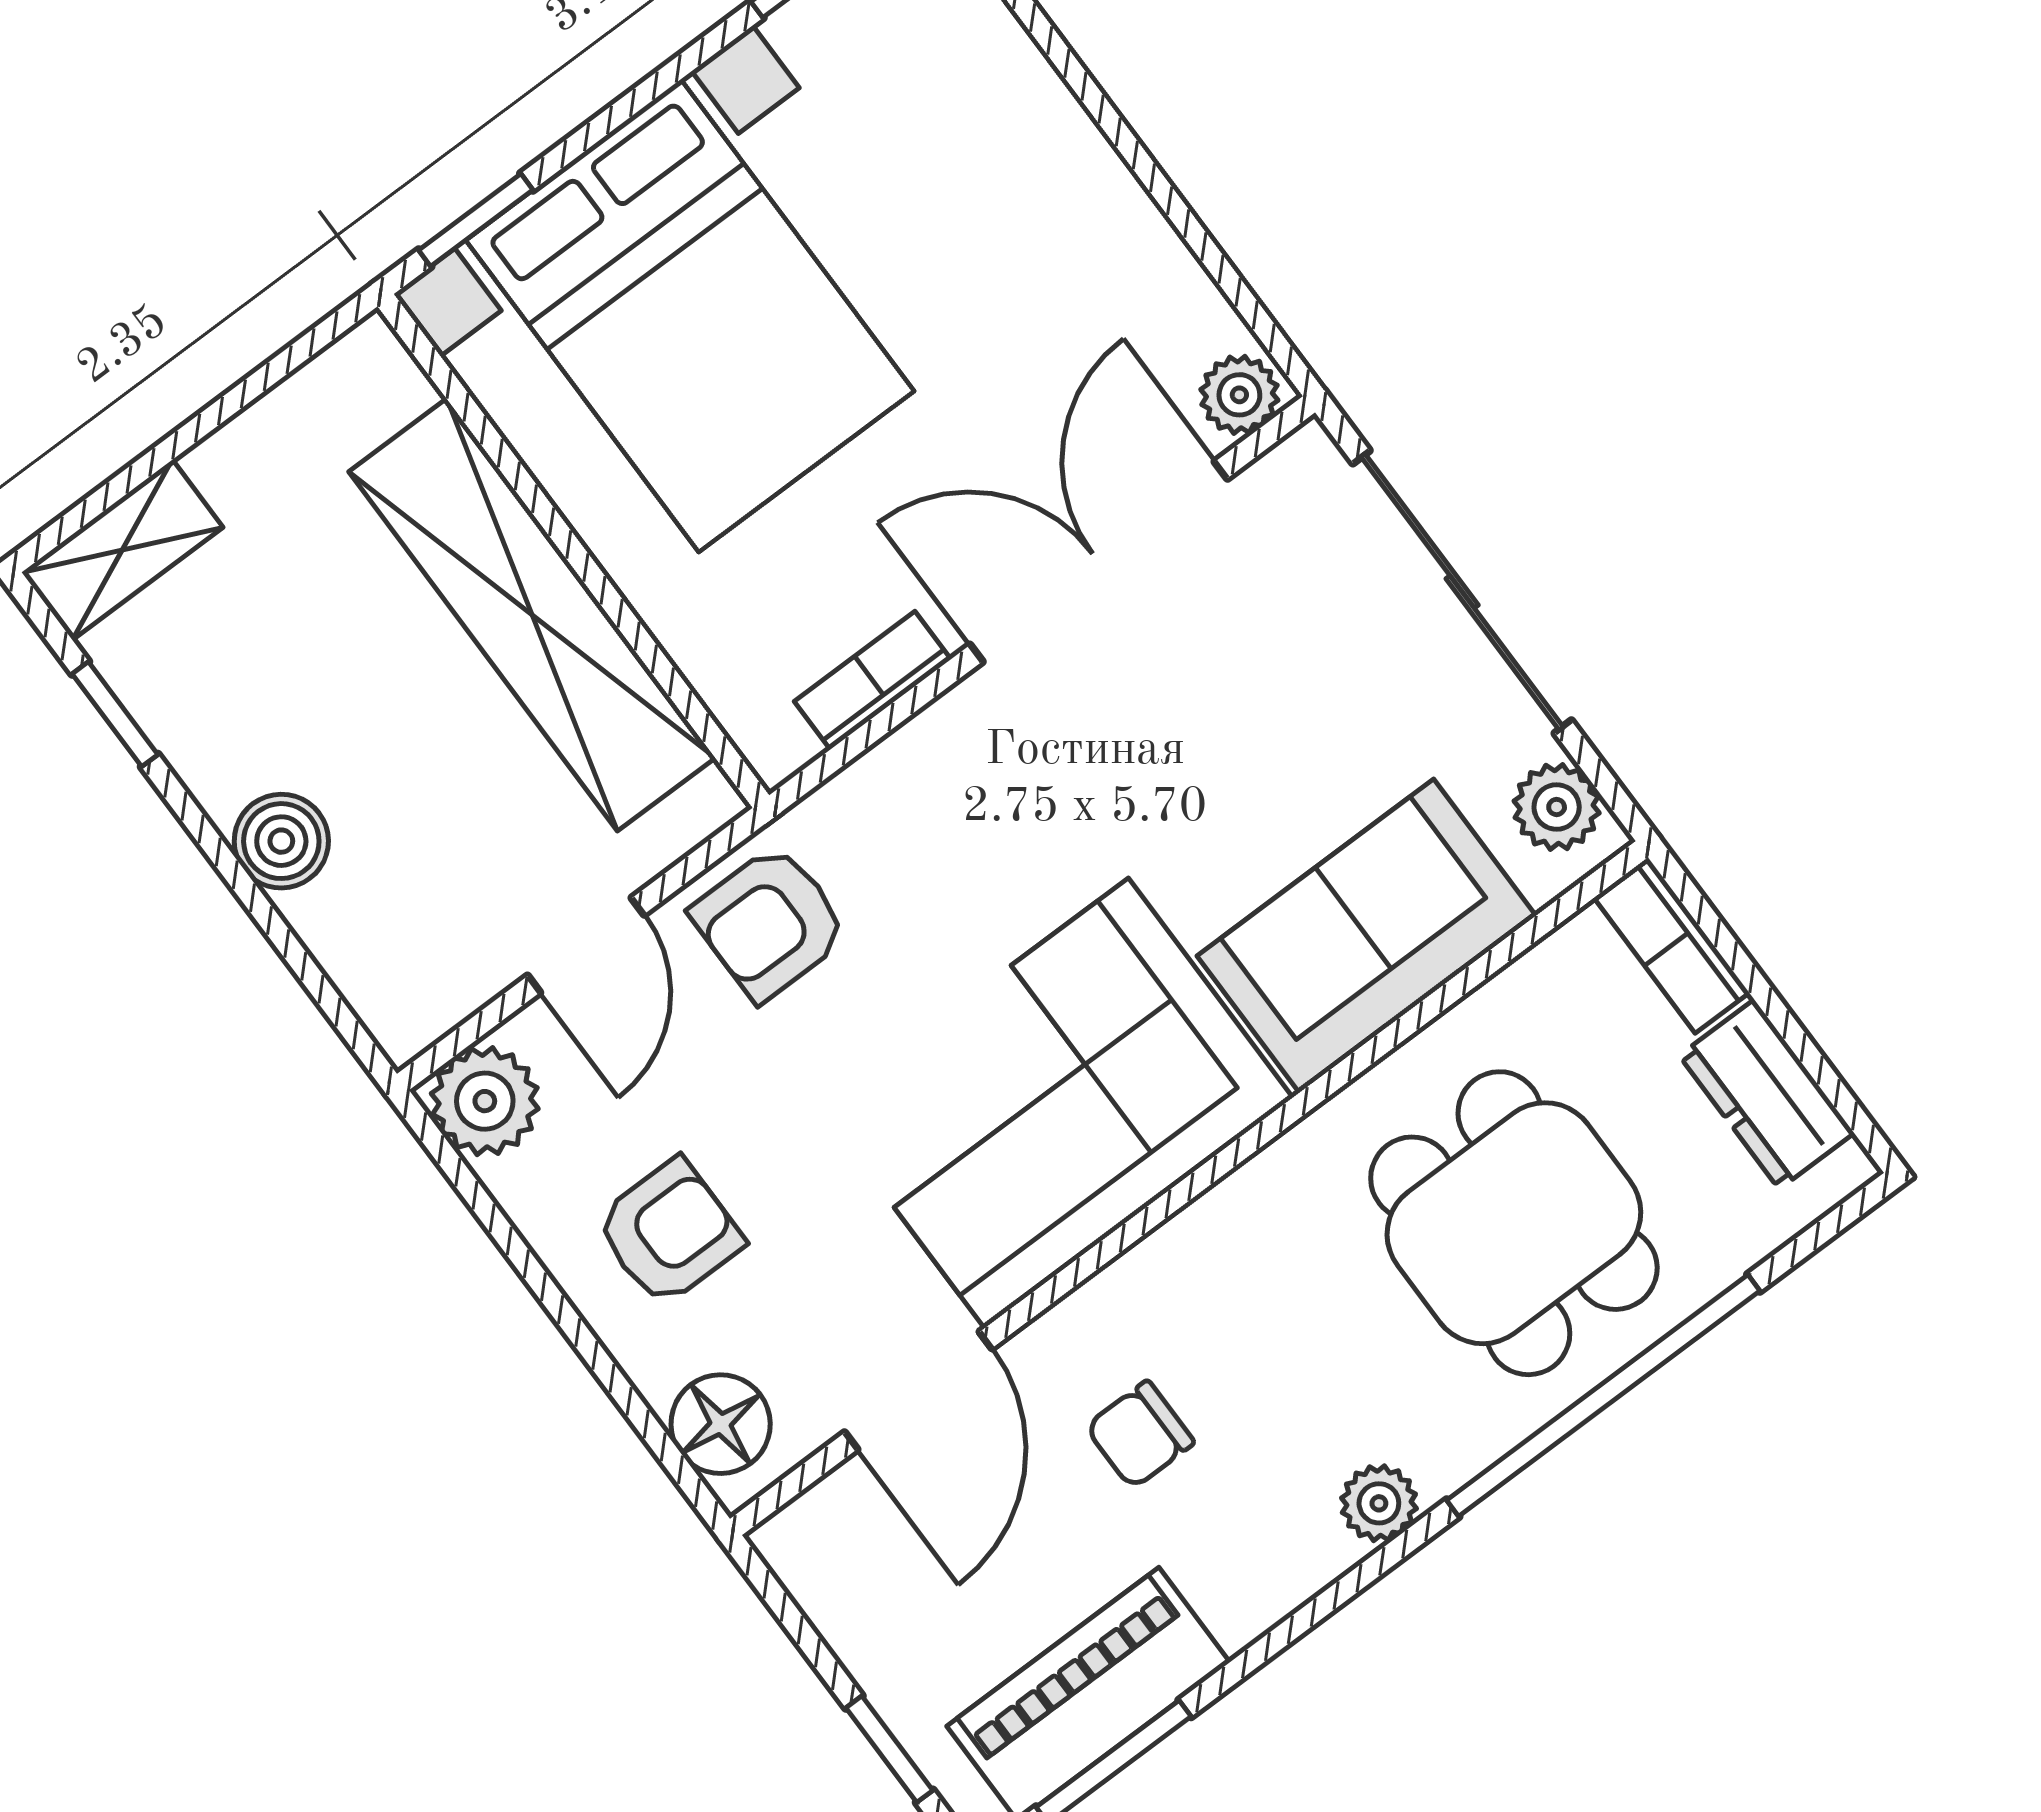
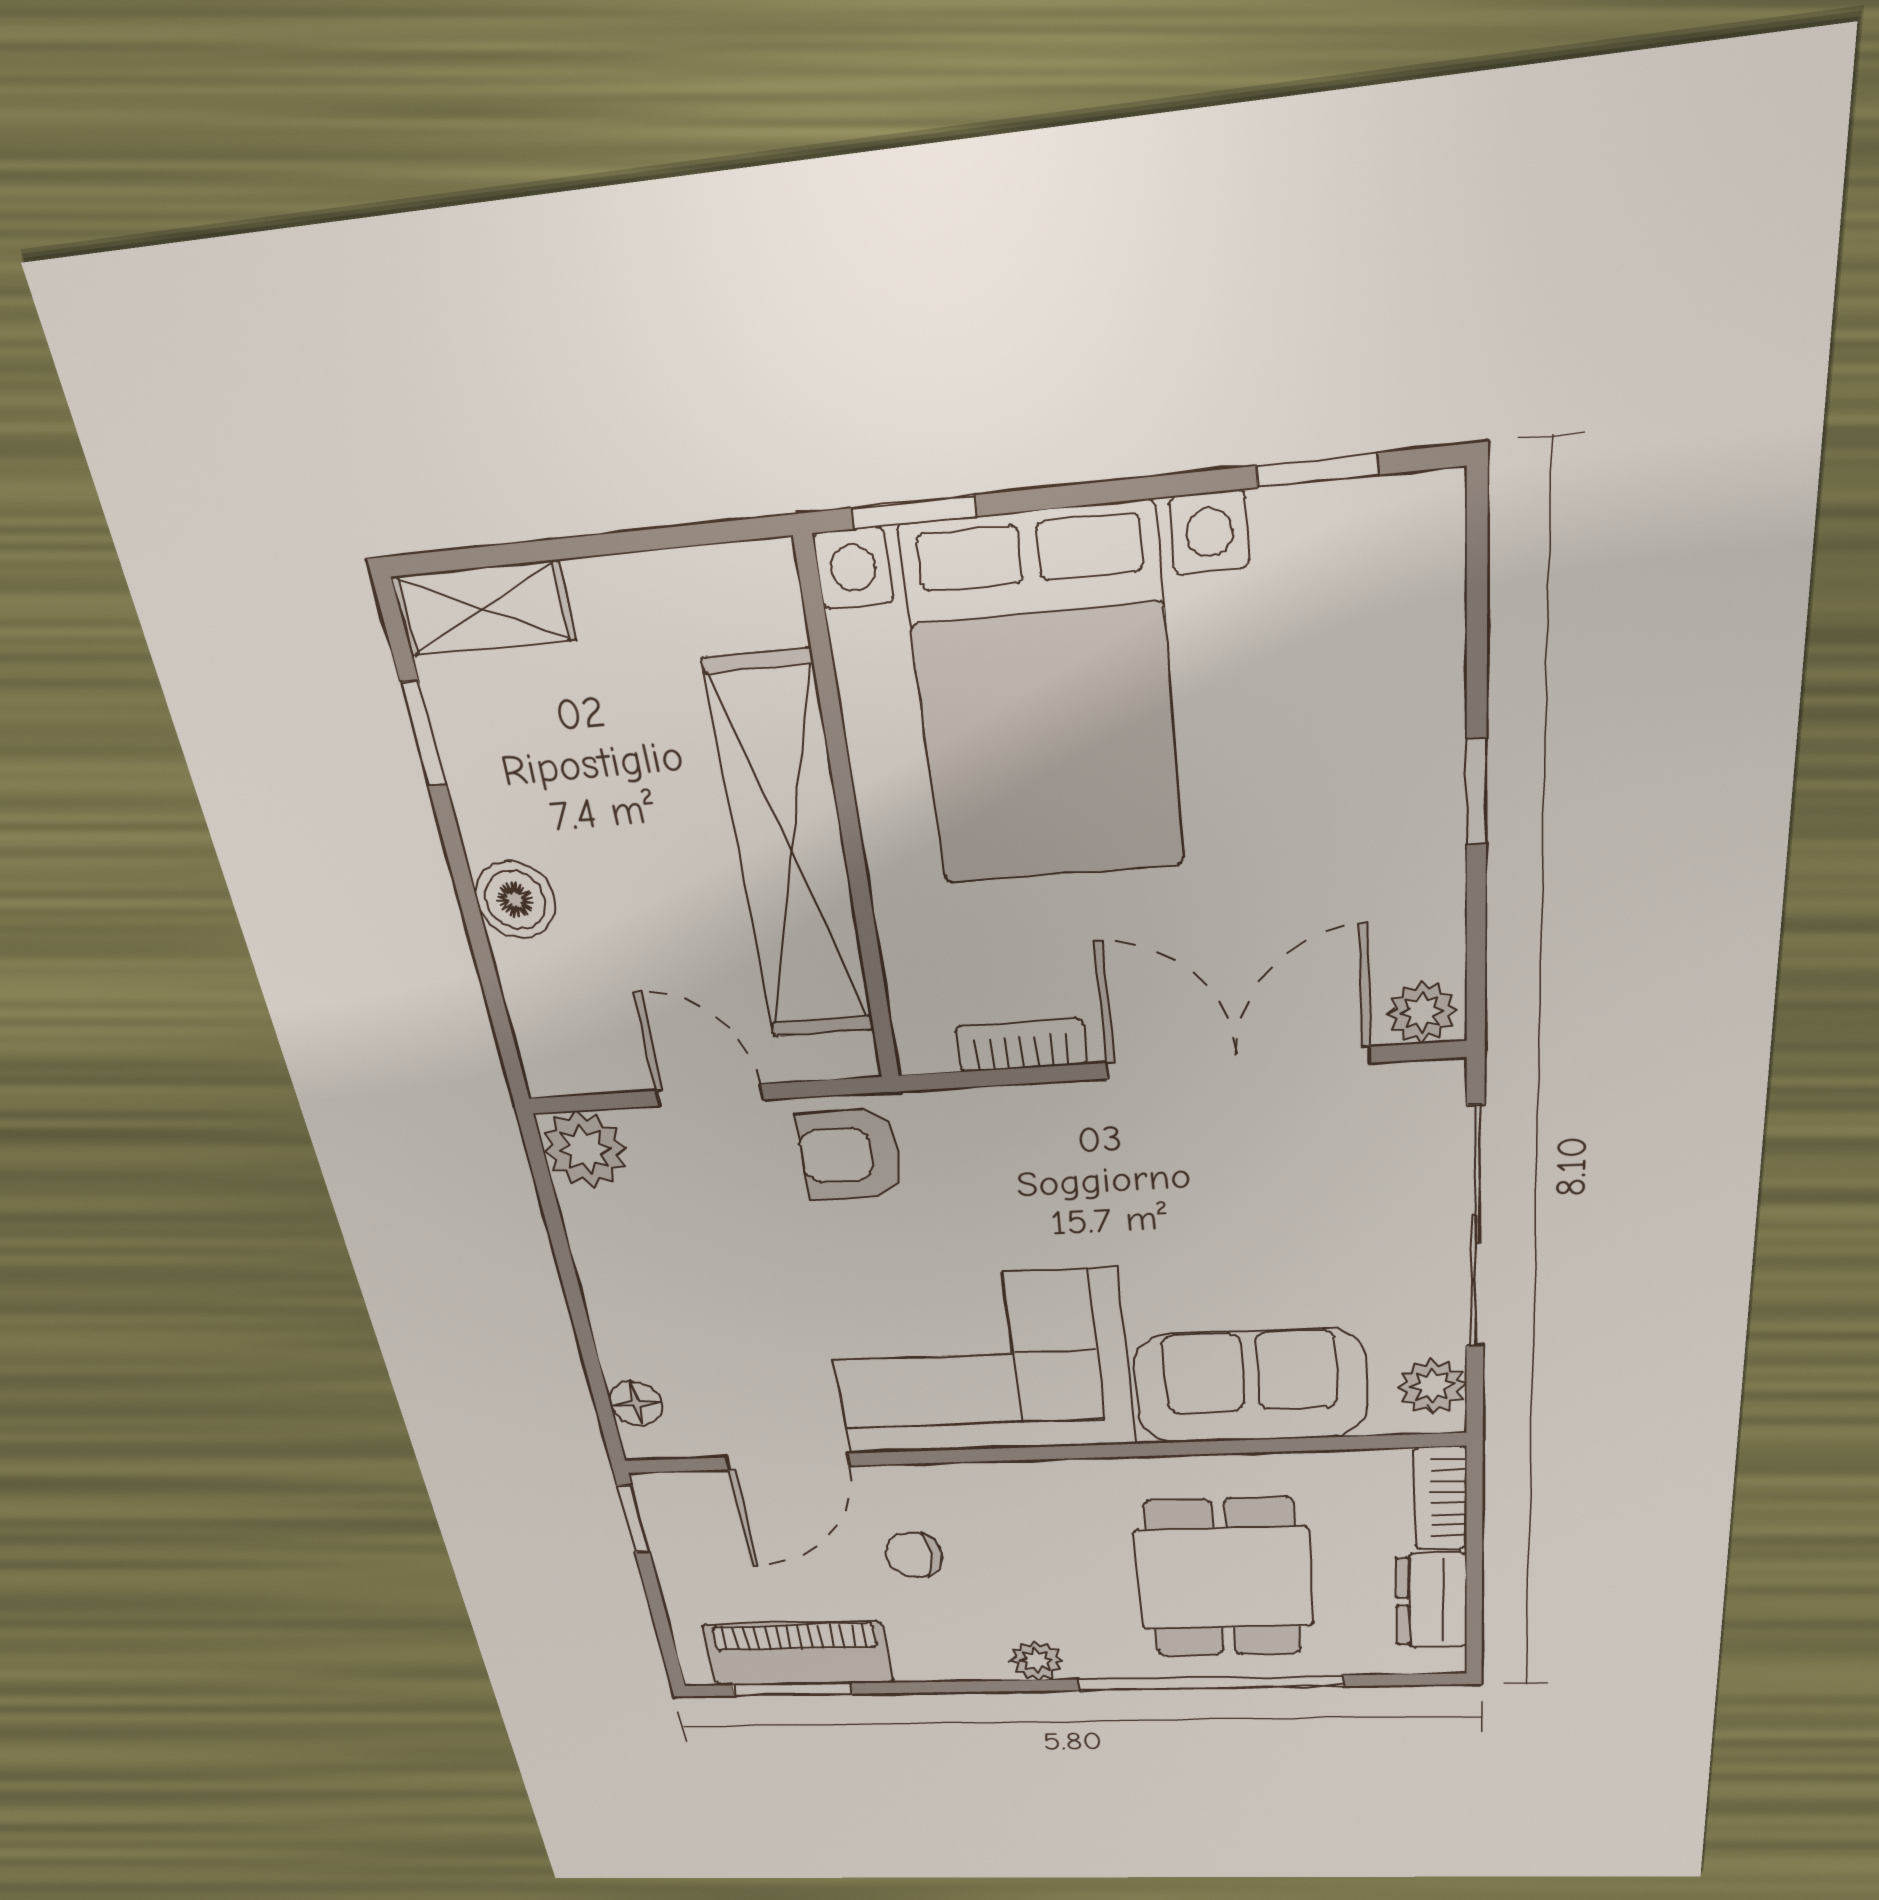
window: (1135, 155) -> (1476, 792), added
door: (586, 945) -> (710, 1095), swing flipped
armchair: (669, 1232) -> (673, 1293), removed
floor lamp: (721, 1424) -> (636, 1403), width x0.73, depth x0.73
window: (889, 1749) -> (633, 1519), moved

